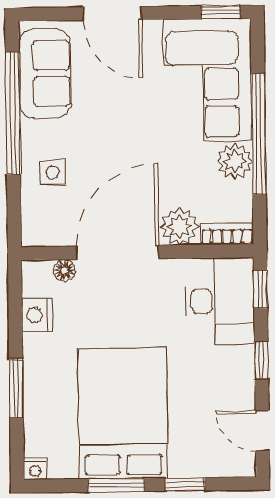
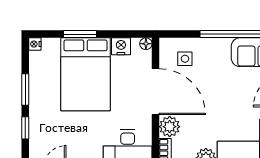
side table: (53, 172) -> (185, 59), moved
floor lamp: (64, 270) -> (146, 44), moved
bed: (123, 413) -> (85, 74), moved, turned 90

